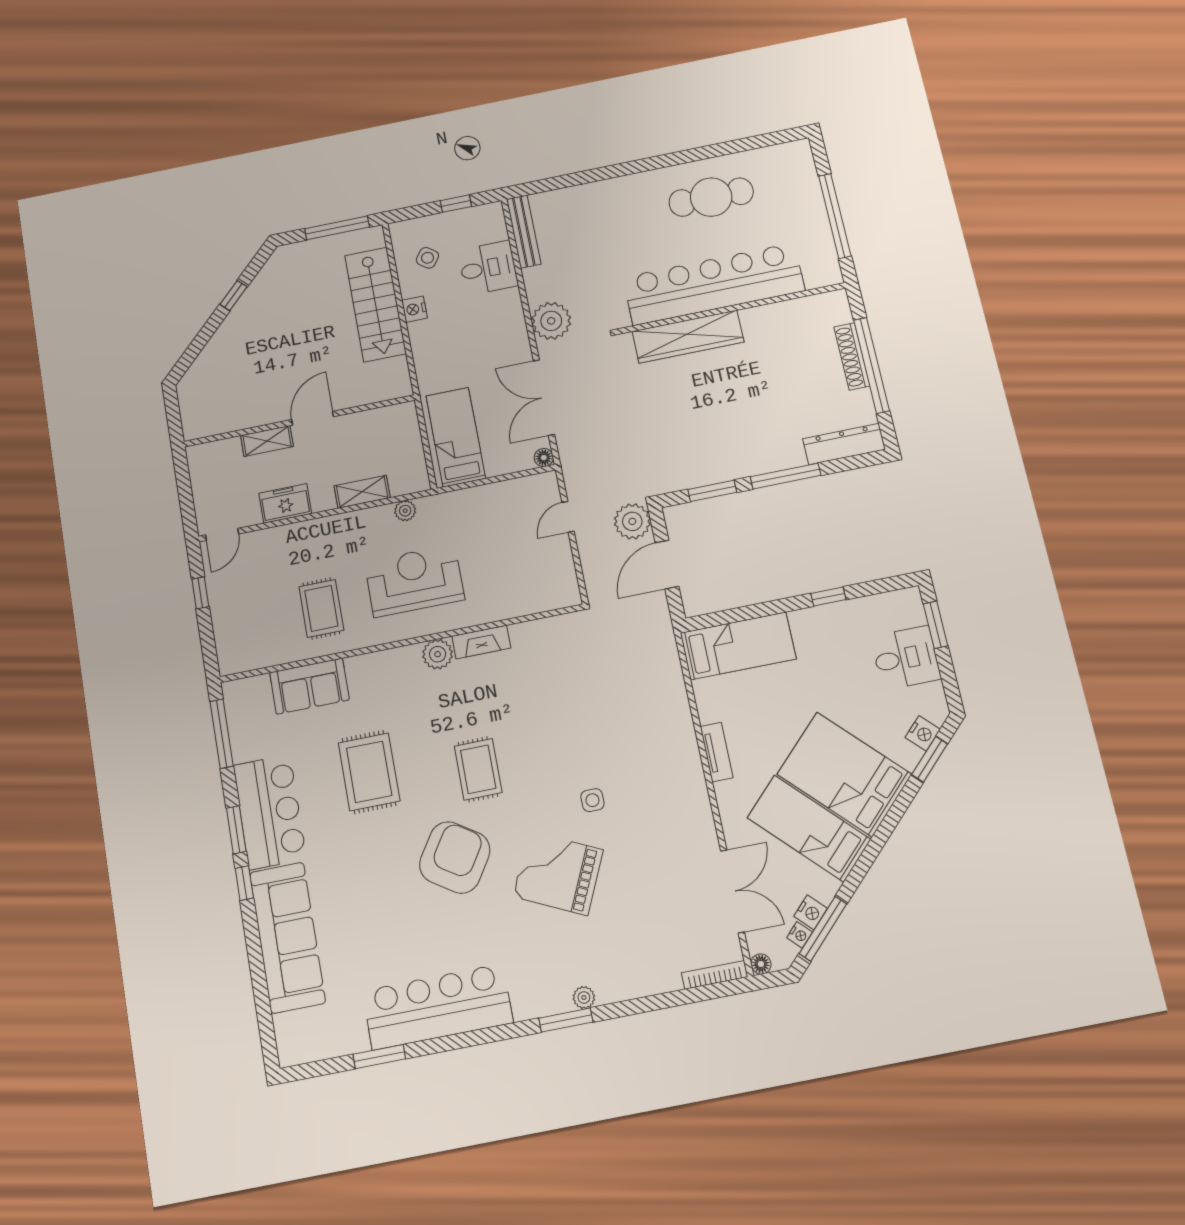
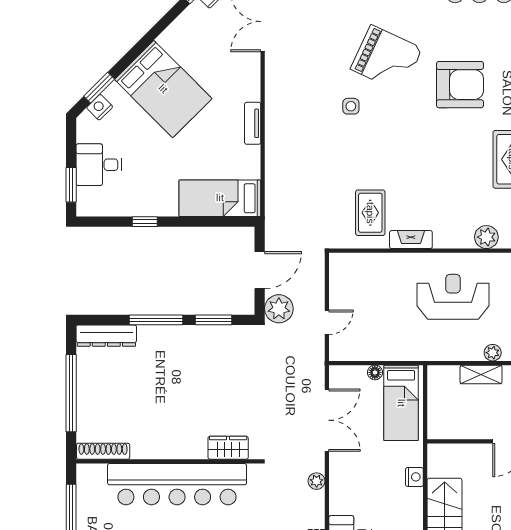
nightstand: (415, 309) -> (414, 477), moved
plant: (551, 321) -> (317, 481), width x0.53, depth x0.53
wardrobe: (688, 337) -> (228, 448), width x0.48, depth x0.85
shoe rack: (852, 356) -> (103, 451), moved, turned -90
floor lamp: (544, 458) -> (375, 372), moved
plant: (405, 511) -> (493, 353), moved
reception desk: (414, 581) -> (453, 297), turned 180
plant: (438, 654) -> (486, 237), moved
rug: (478, 769) -> (370, 213), moved
bed: (809, 828) -> (198, 55), removed
armchair: (455, 857) -> (460, 85), turned -123

